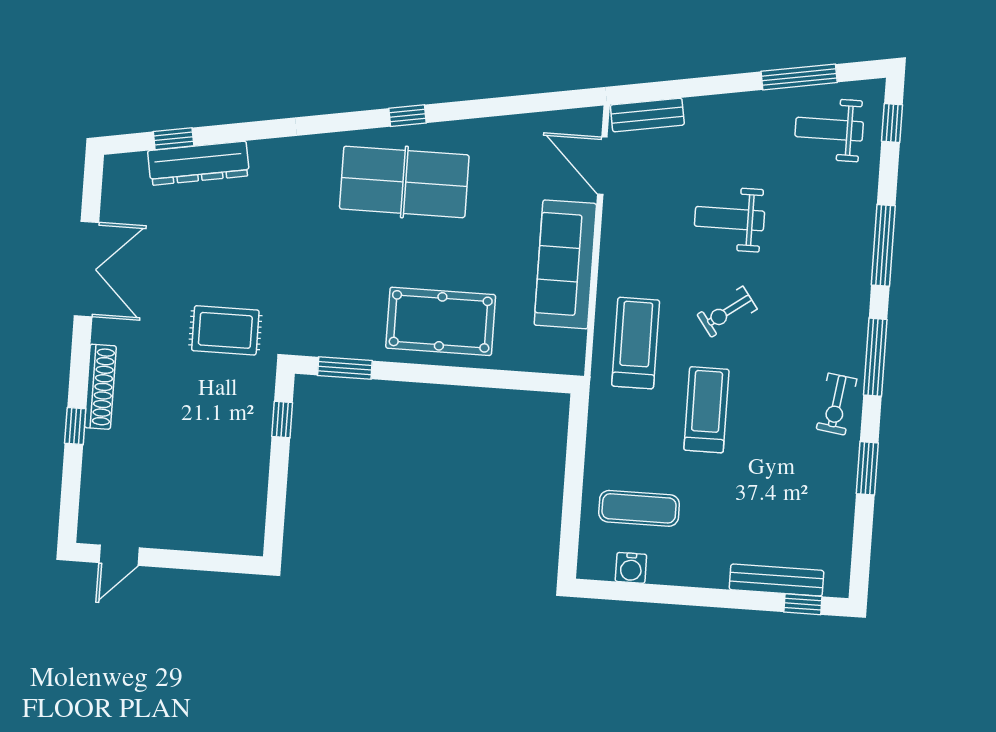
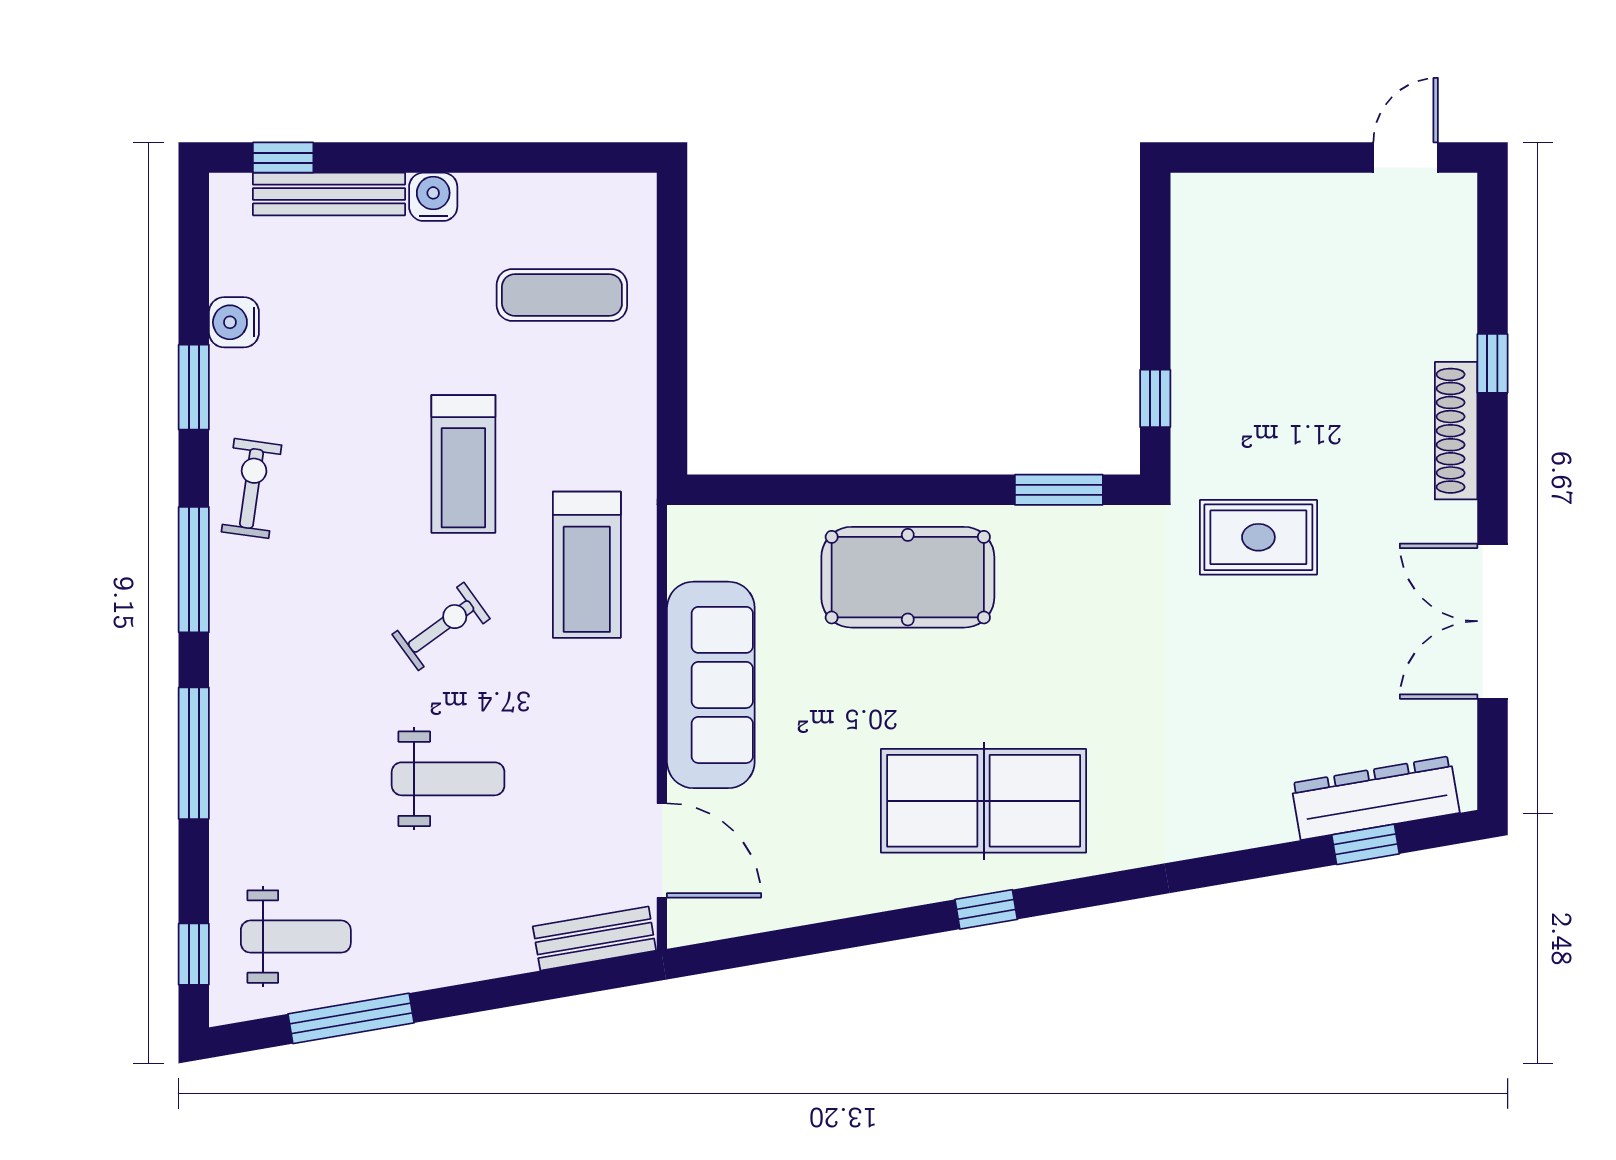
dresser: (199, 163) -> (1375, 798), moved
water cooler: (840, 506) -> (234, 322), added
water cooler: (631, 568) -> (433, 197), moved

